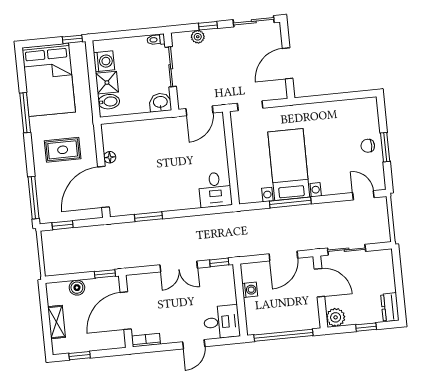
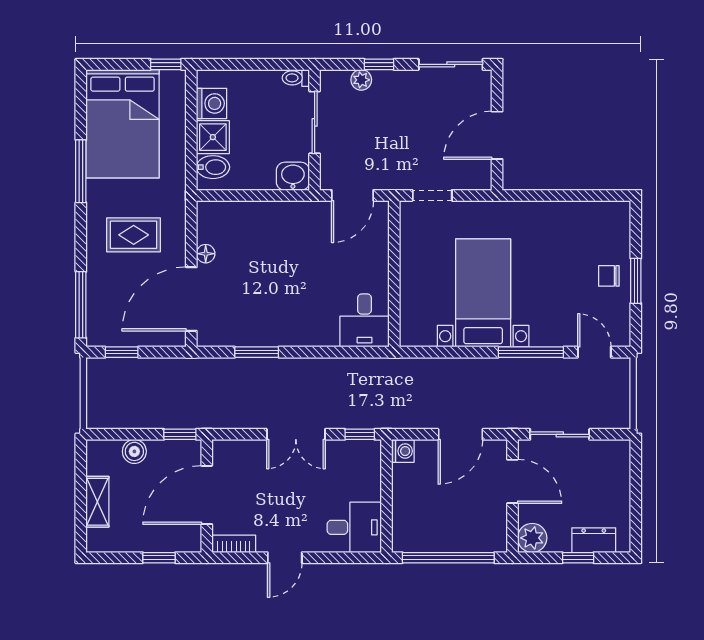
window: (290, 202) -> (531, 352), moved
washing machine: (250, 290) -> (403, 451), moved
dresser: (390, 307) -> (594, 540), moved, turned 90
door: (194, 344) -> (285, 558), moved
window: (80, 356) -> (159, 558), moved

